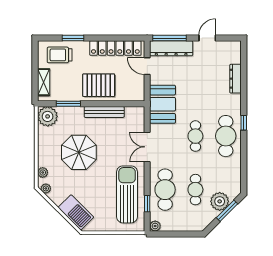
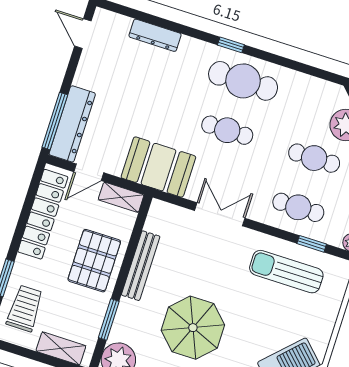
door: (207, 38) -> (83, 34), moved
trolley: (60, 55) -> (25, 308), turned 180
shelving: (139, 89) -> (121, 197), added
double door: (147, 147) -> (220, 214), swing flipped
cafe table: (165, 190) -> (298, 207), width x0.73, depth x0.74
sun lounger: (127, 194) -> (286, 272), width x0.73, depth x0.75

